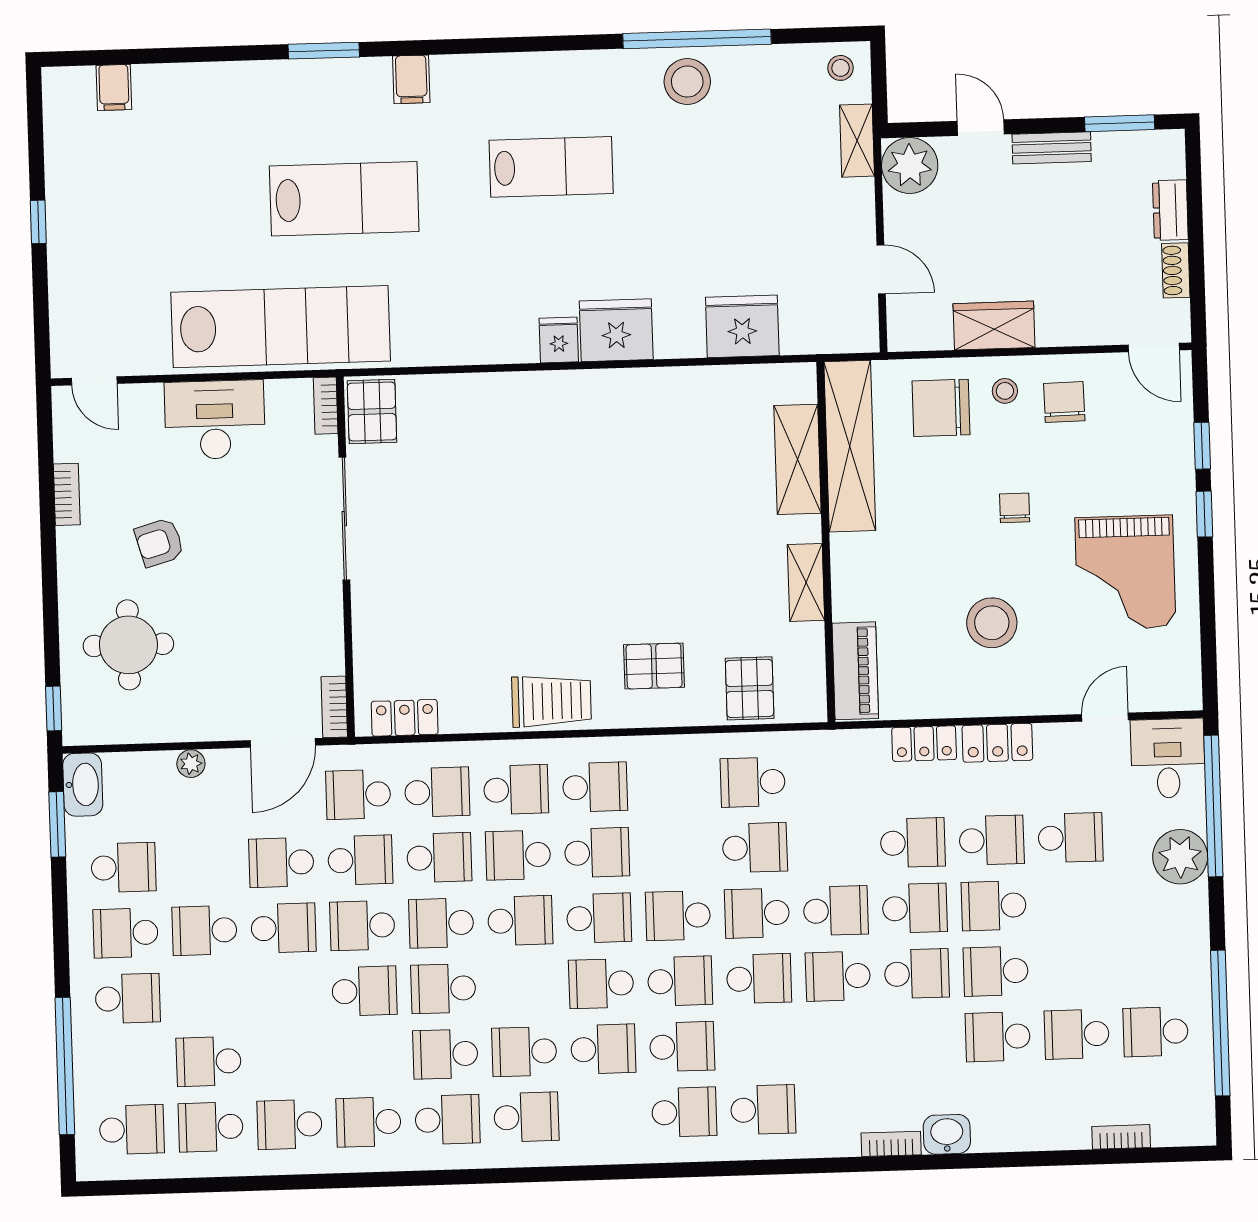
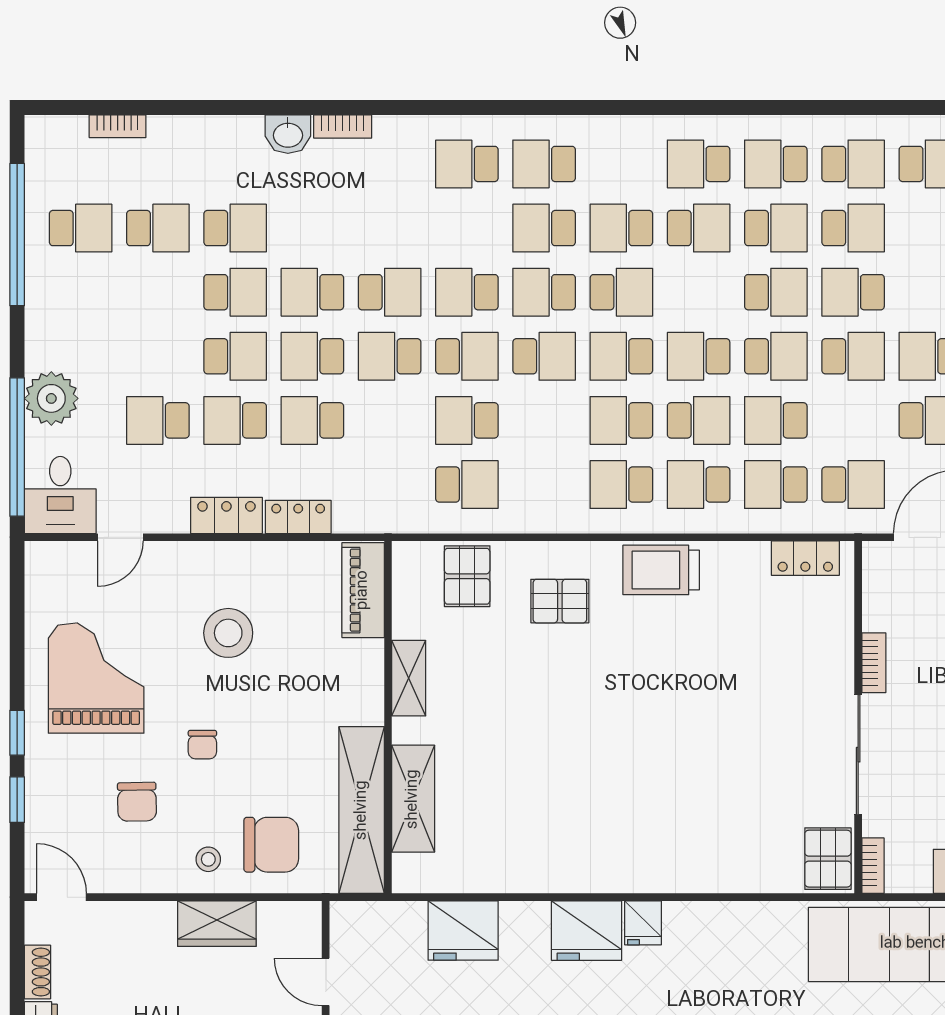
chair: (1064, 402) -> (137, 802), moved
bookcase: (334, 707) -> (874, 663), moved
school desk: (360, 860) -> (853, 228), moved, turned 180

